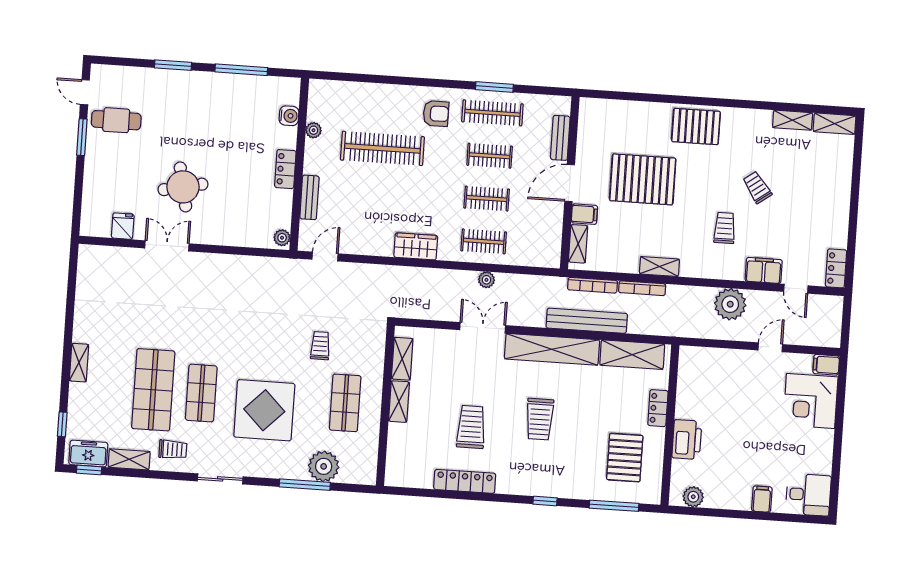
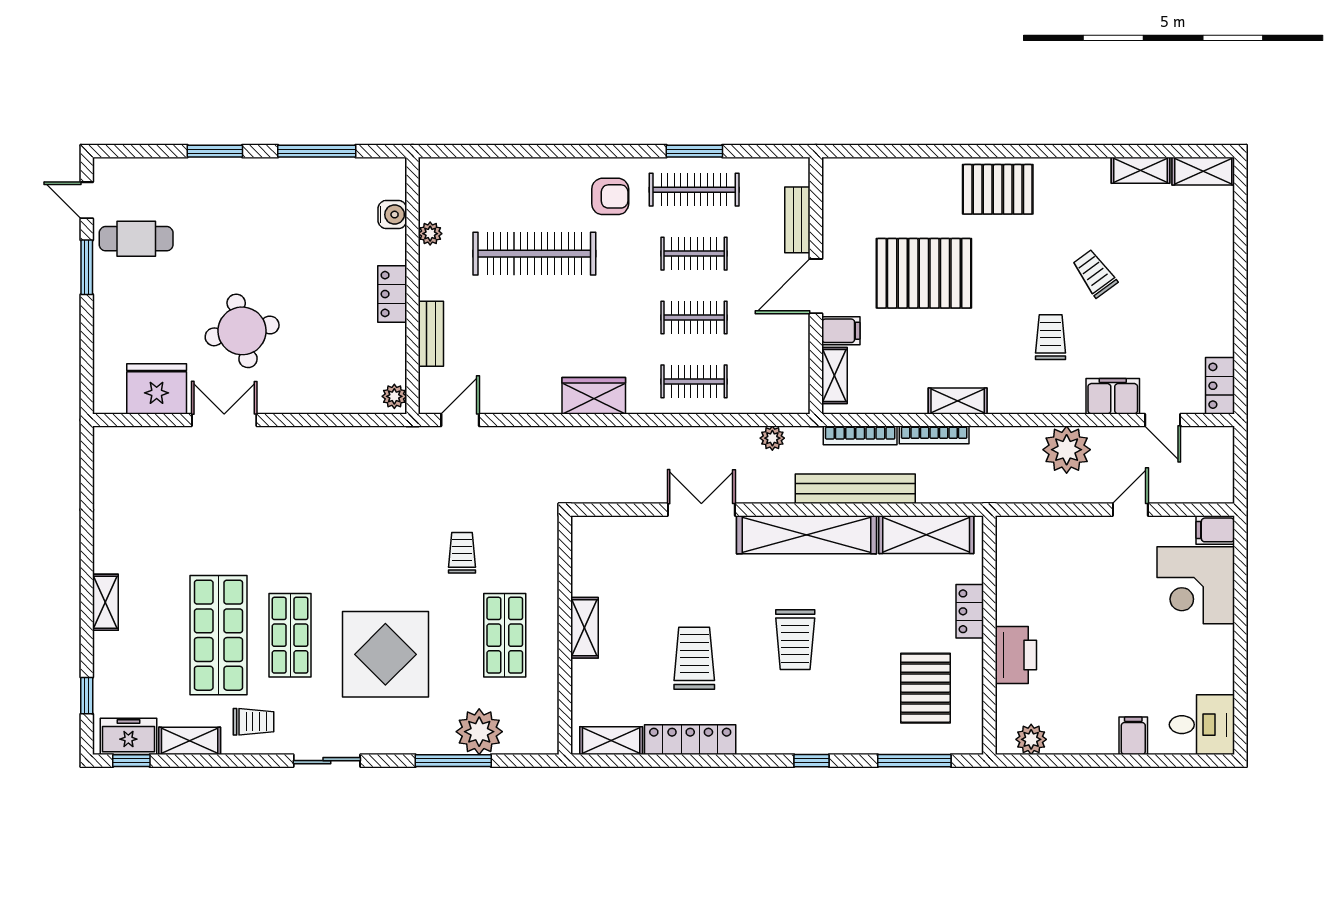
fridge: (123, 226) -> (157, 389), width x1.88, depth x1.34
plant: (486, 280) -> (772, 438), moved
shelving: (402, 359) -> (611, 741), moved, turned 90

